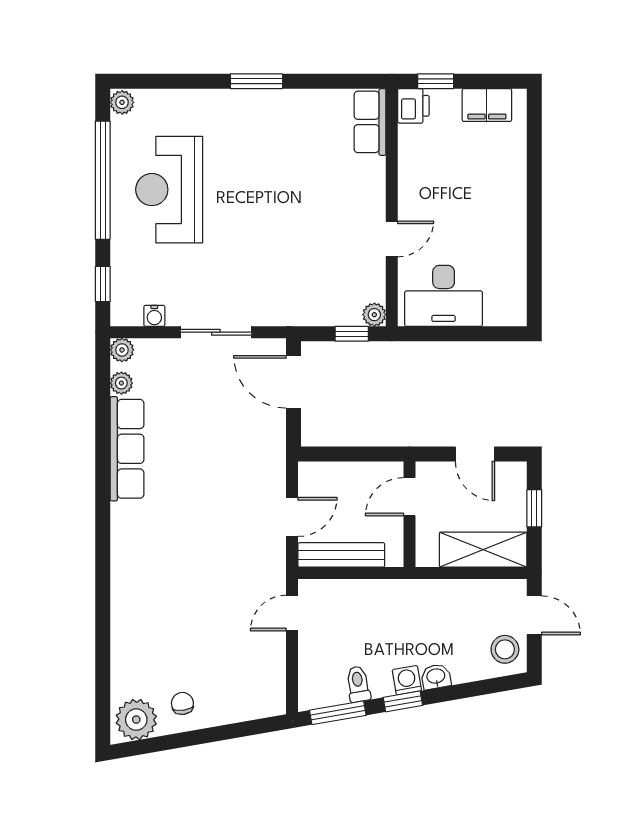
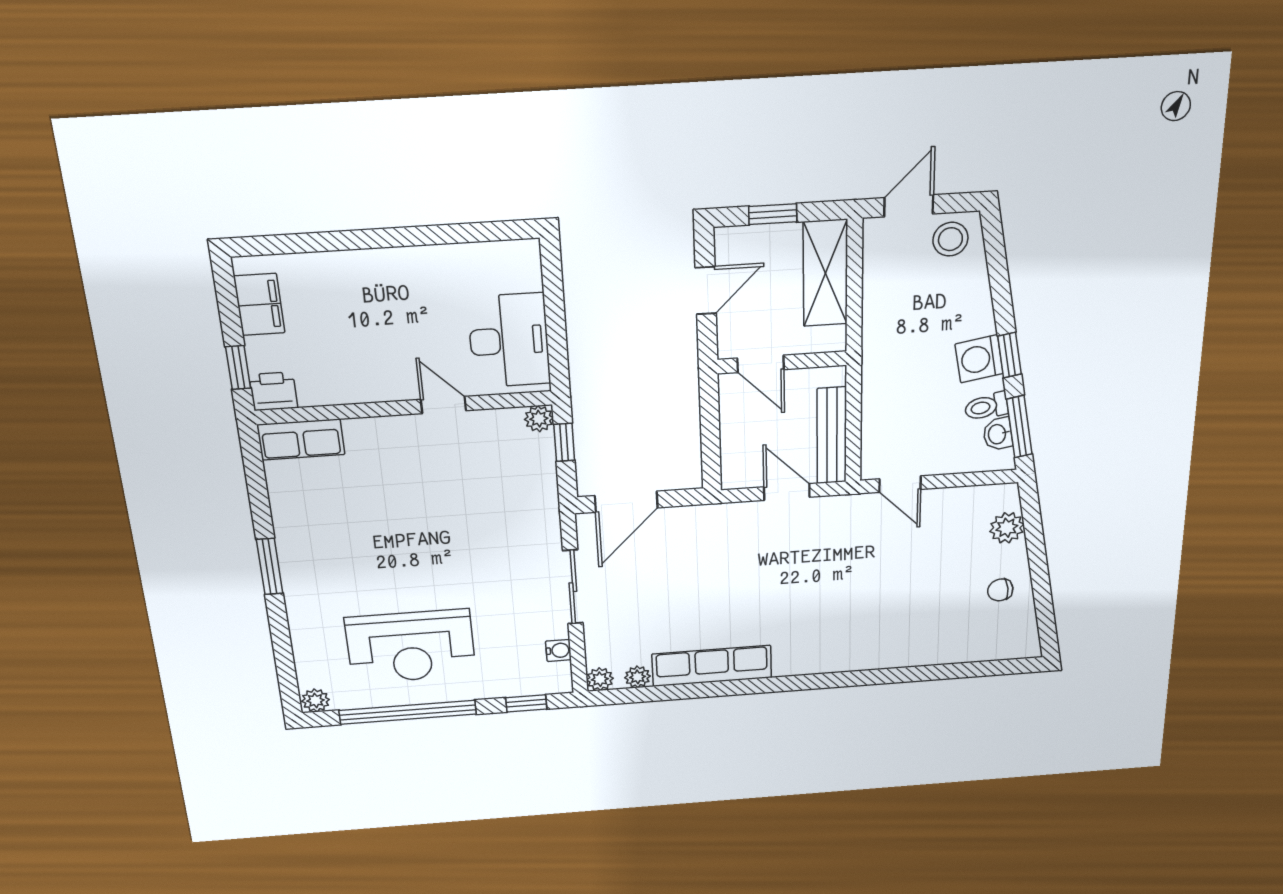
washbasin: (436, 677) -> (998, 434), moved
washing machine: (407, 680) -> (979, 359), width x1.38, depth x1.38
plant: (136, 720) -> (1007, 528), moved, width x0.73, depth x0.73

